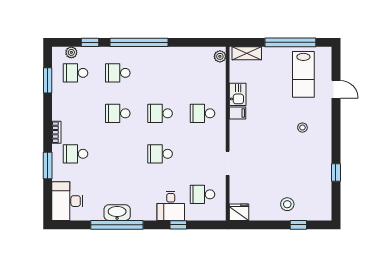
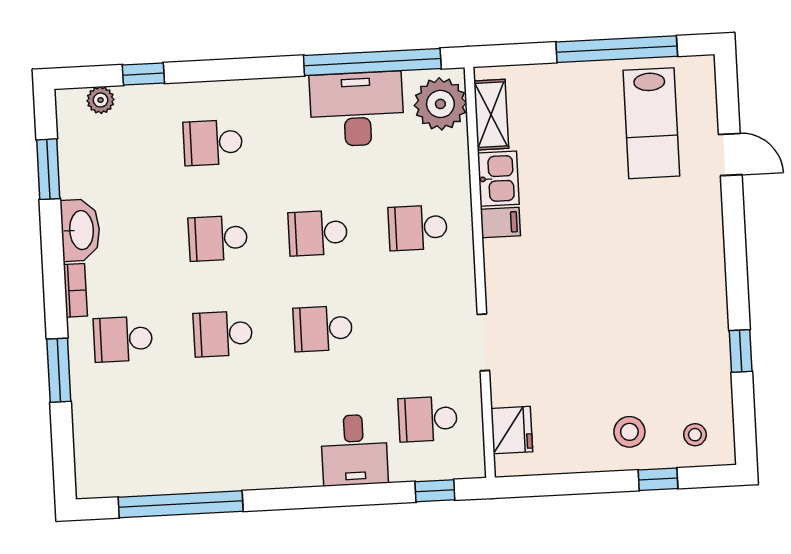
window: (139, 42) -> (372, 62), moved
shelving: (247, 53) -> (491, 115), moved, turned 90
plant: (220, 56) -> (440, 104), width x1.87, depth x1.87
school desk: (75, 73) -> (223, 334), moved
stool: (302, 128) -> (695, 435), moved
desk: (67, 201) -> (357, 109), moved, turned 90
fridge: (239, 212) -> (512, 430), moved, turned 90
washbasin: (117, 213) -> (80, 230), moved, turned 90
window: (117, 225) -> (181, 504), moved
window: (178, 225) -> (435, 491), moved

